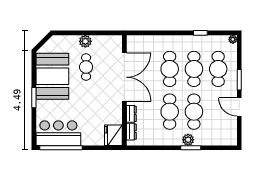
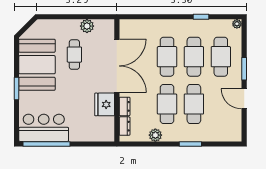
plant: (85, 41) -> (87, 26), moved
fridge: (113, 135) -> (105, 104), moved
plant: (188, 140) -> (155, 135), moved

